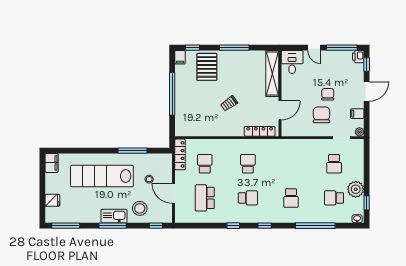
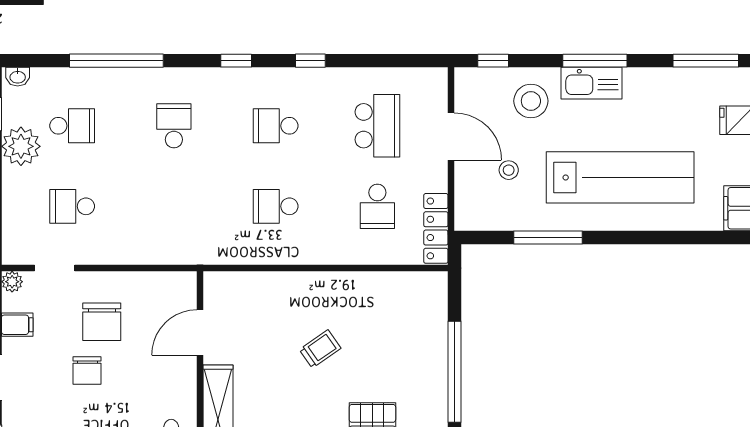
locker: (260, 131) -> (248, 283), removed
school desk: (248, 164) -> (276, 206), turned 90
school desk: (334, 164) -> (72, 206), turned -90

